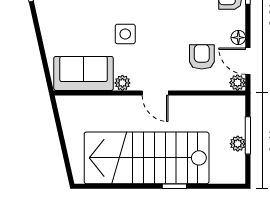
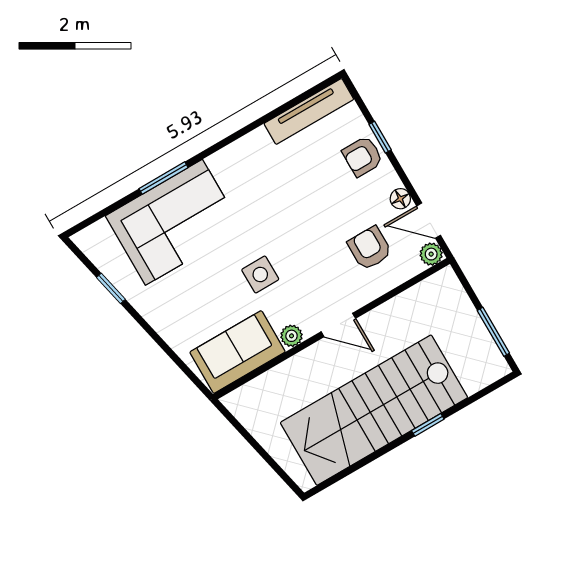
window: (248, 135) -> (493, 332), moved
plant: (238, 144) -> (475, 328), removed

